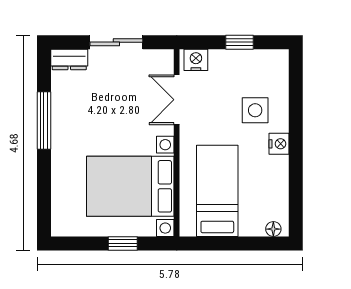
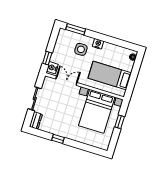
window: (239, 42) -> (47, 58), moved
window: (296, 85) -> (76, 29), added
double door: (177, 100) -> (66, 81), swing flipped
window: (44, 120) -> (58, 139), width x0.46

